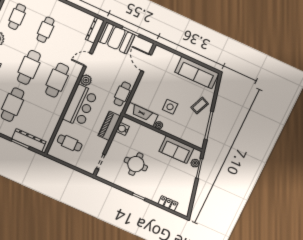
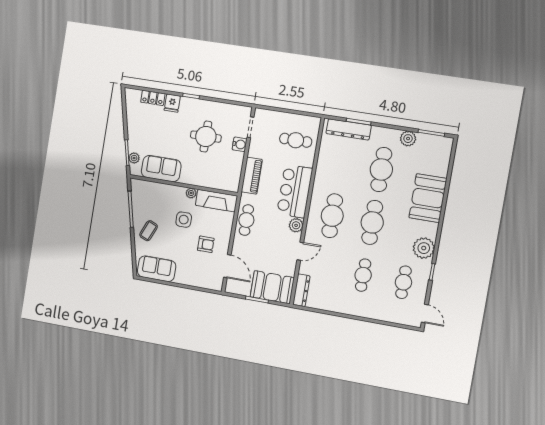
sofa: (197, 73) -> (157, 269), width x0.73
armchair: (158, 84) -> (206, 244), added
water cooler: (123, 129) -> (240, 144), moved
fridge: (154, 195) -> (172, 103), added

